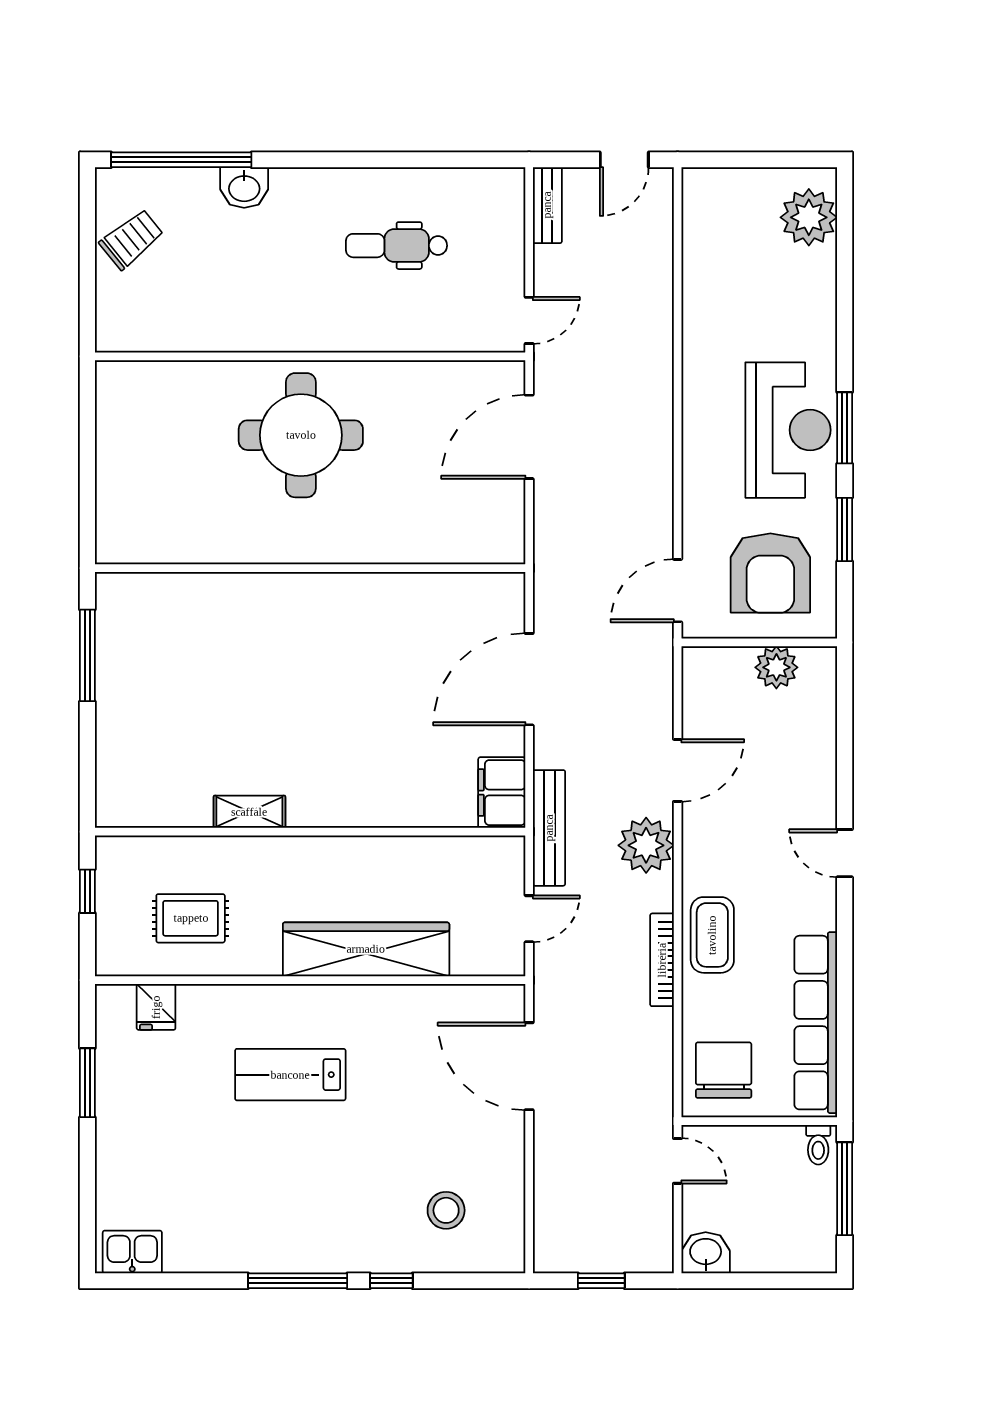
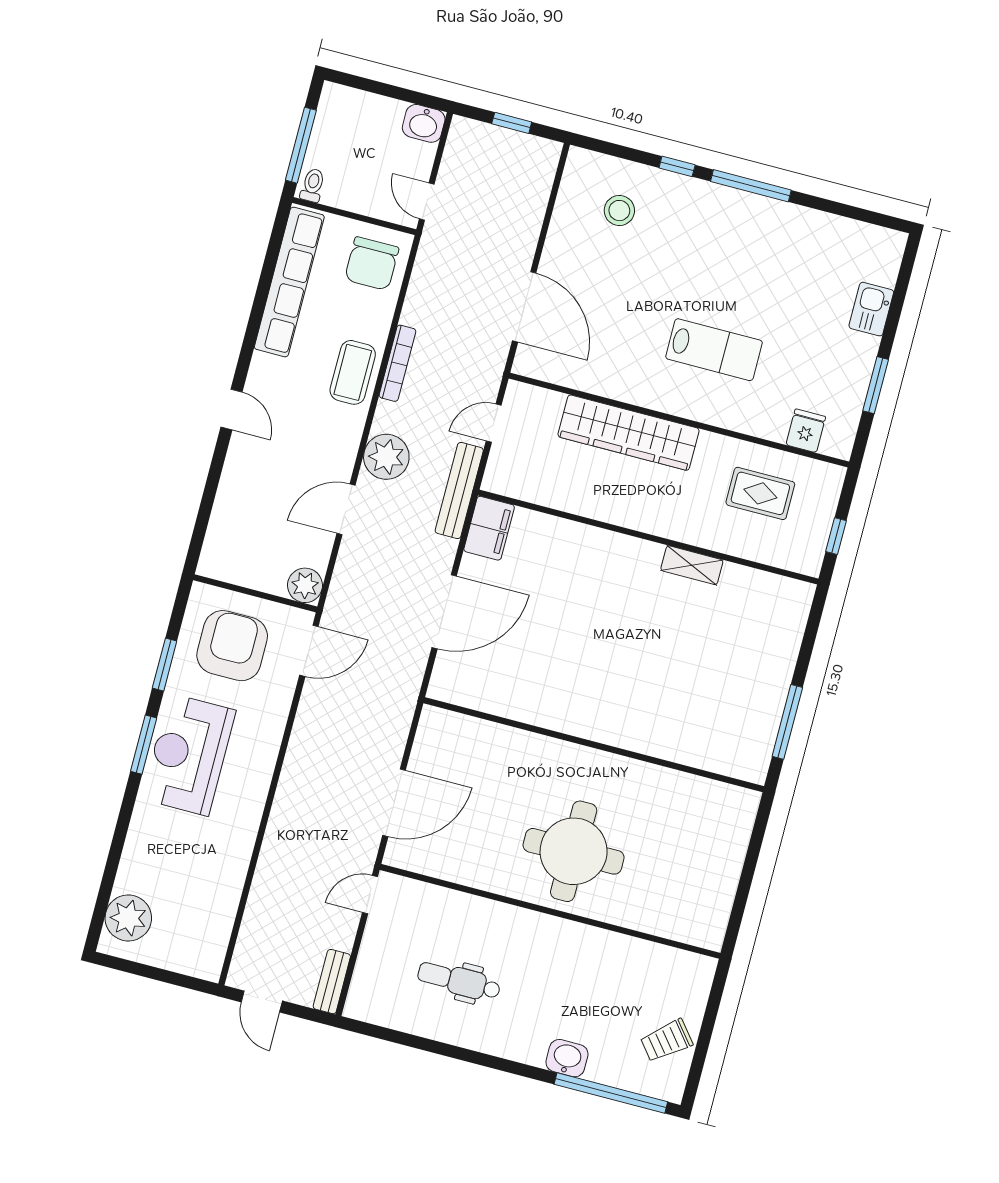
door: (624, 160) -> (262, 1001), swing flipped
dental chair: (397, 246) -> (459, 981), turned 180
plant: (776, 667) -> (305, 585), moved
kitchen sink: (132, 1252) -> (871, 309), moved, turned 90

